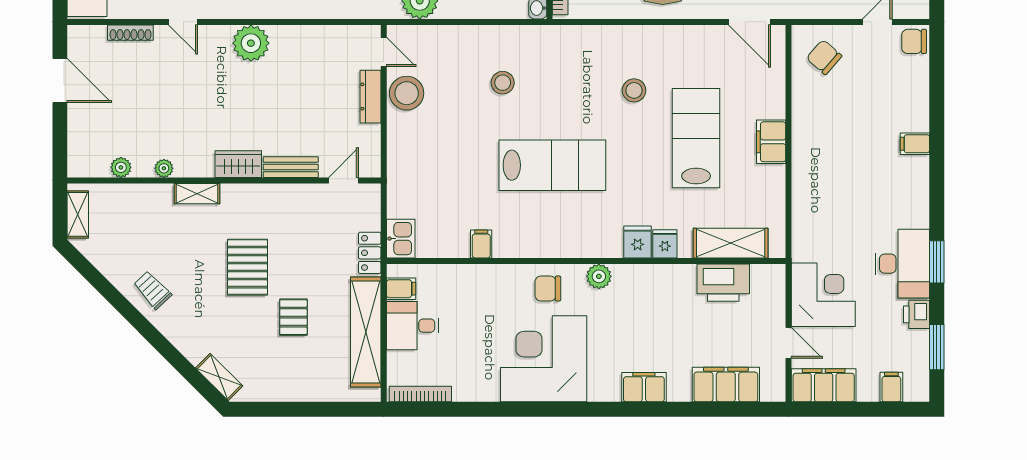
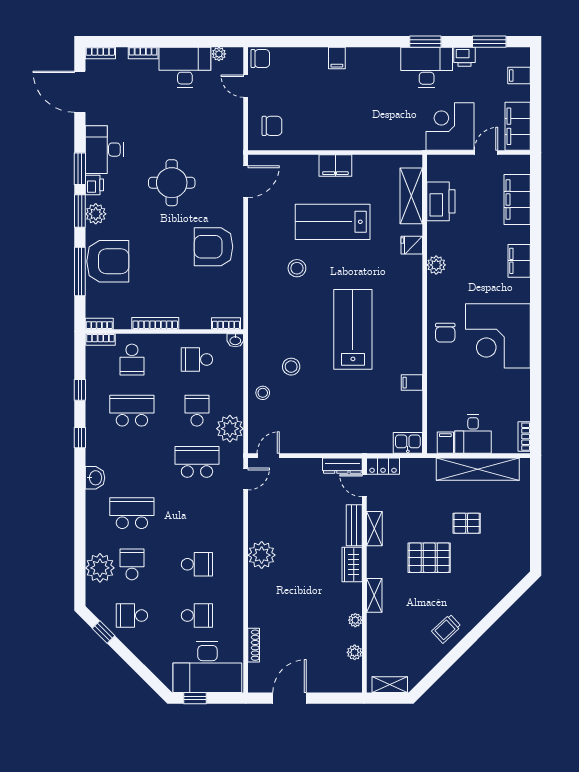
door: (183, 22) -> (246, 479), moved
chair: (914, 41) -> (260, 59), turned -90
chair: (824, 57) -> (272, 126), turned -131
stool: (407, 93) -> (263, 393), moved, width x0.53, depth x0.53
dresser: (370, 97) -> (342, 466), moved
fridge: (638, 242) -> (410, 266), removed
locker: (370, 253) -> (383, 466), moved
plant: (599, 276) -> (436, 265), moved
shelving: (219, 377) -> (374, 529), moved, turned -45
bookcase: (420, 394) -> (524, 437), width x0.64

